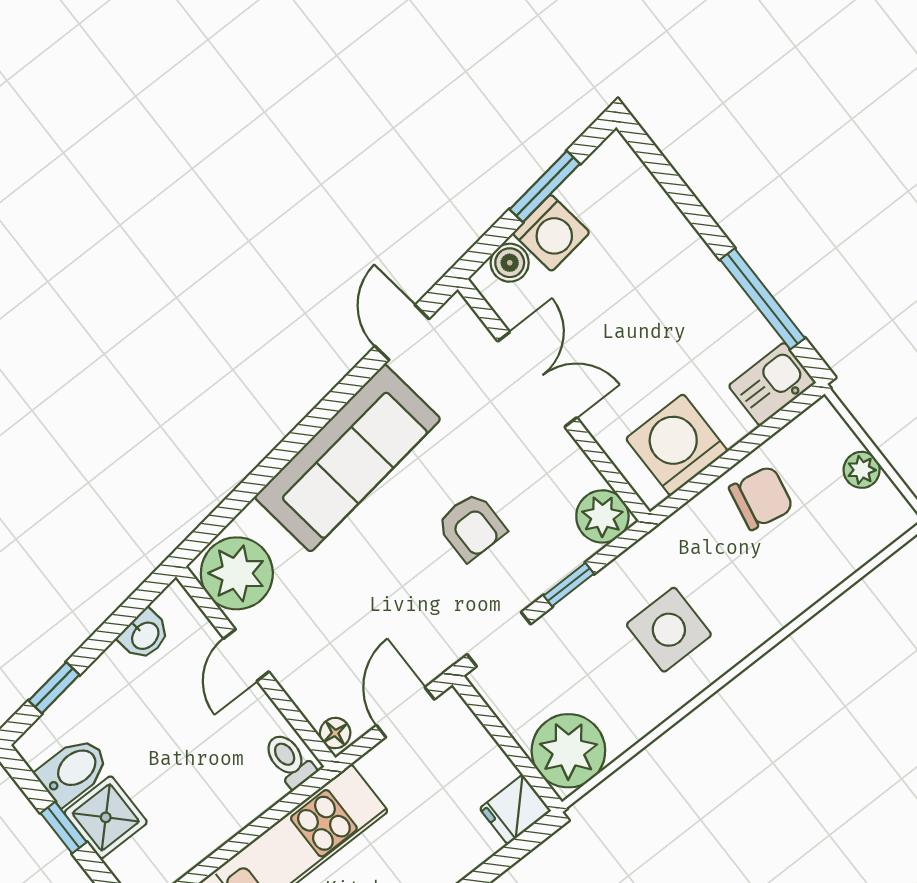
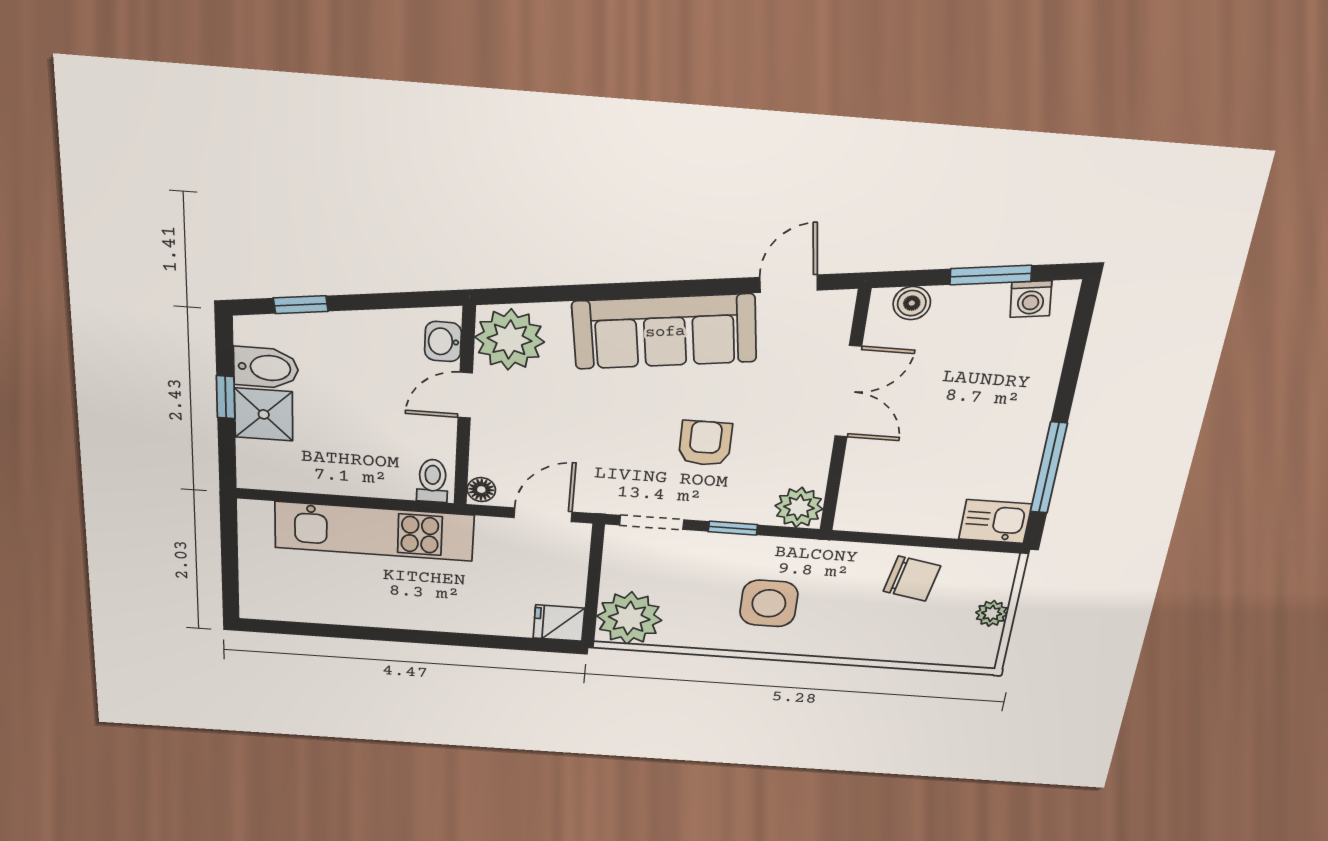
washing machine: (551, 233) -> (1031, 299), moved, width x0.73, depth x0.73
washing machine: (677, 445) -> (894, 506), removed
armchair: (471, 527) -> (705, 443), turned 180
washbasin: (144, 635) -> (443, 342), moved, turned 98

